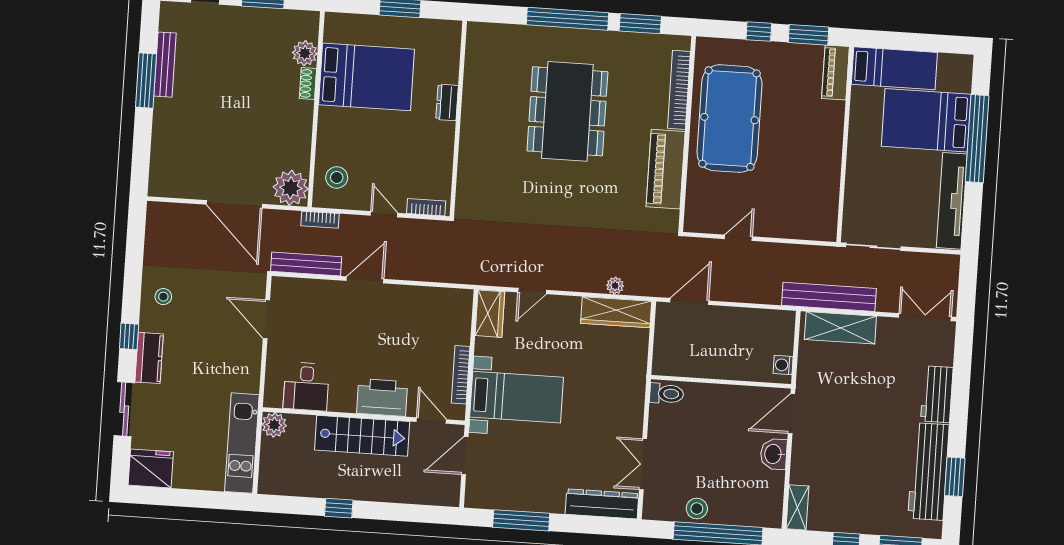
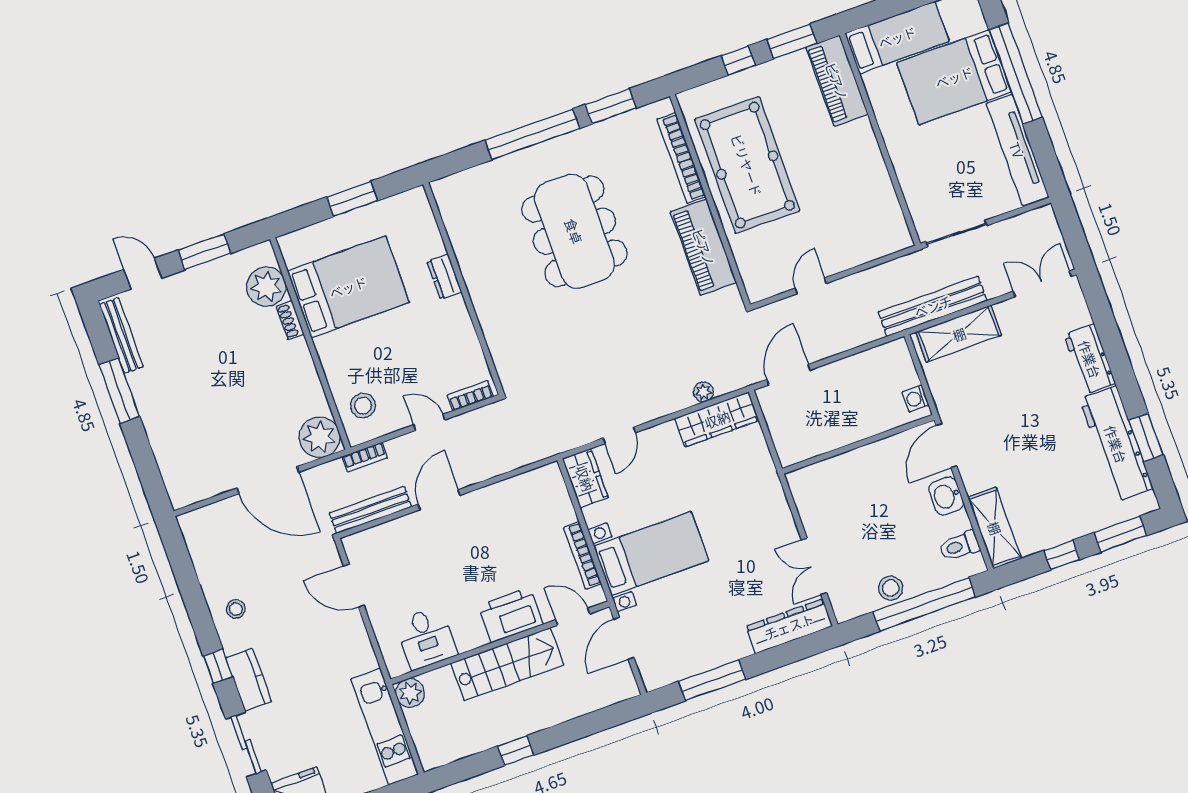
plant: (305, 53) -> (266, 287), width x1.36, depth x1.36
bench: (165, 65) -> (121, 336), moved
piano: (836, 73) -> (837, 81), width x1.37, depth x1.33
toilet: (667, 394) -> (959, 546), moved, turned 180
shelving: (797, 507) -> (995, 528), width x1.50, depth x1.33

